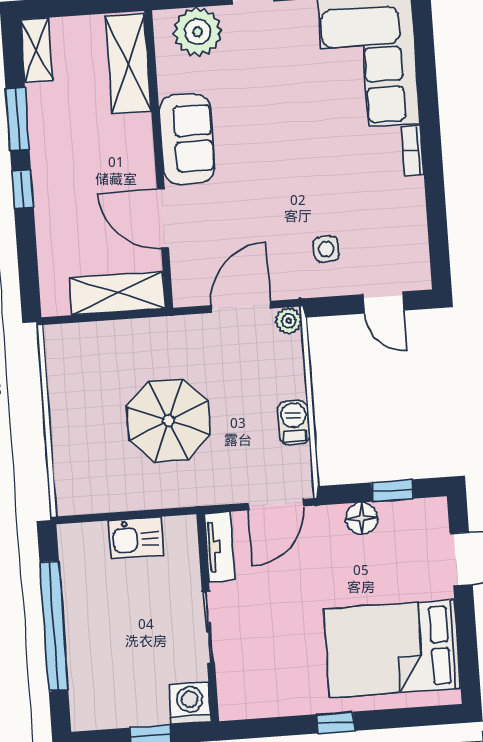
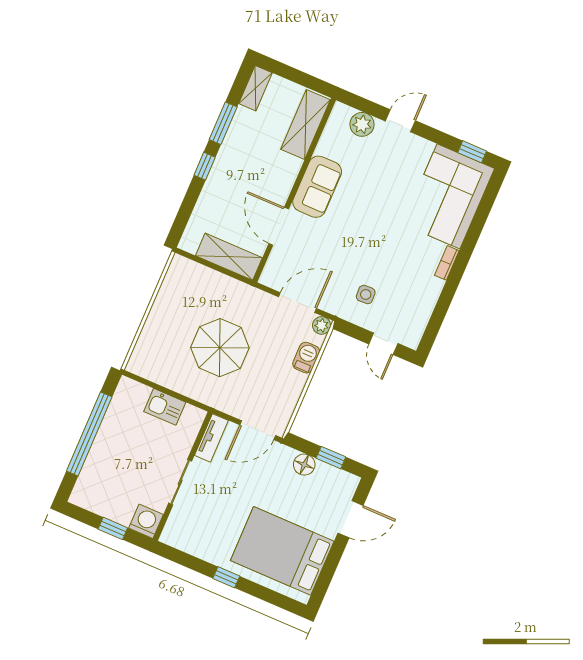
plant: (197, 32) -> (362, 124), width x0.73, depth x0.73
barbecue: (294, 422) -> (306, 358), moved

